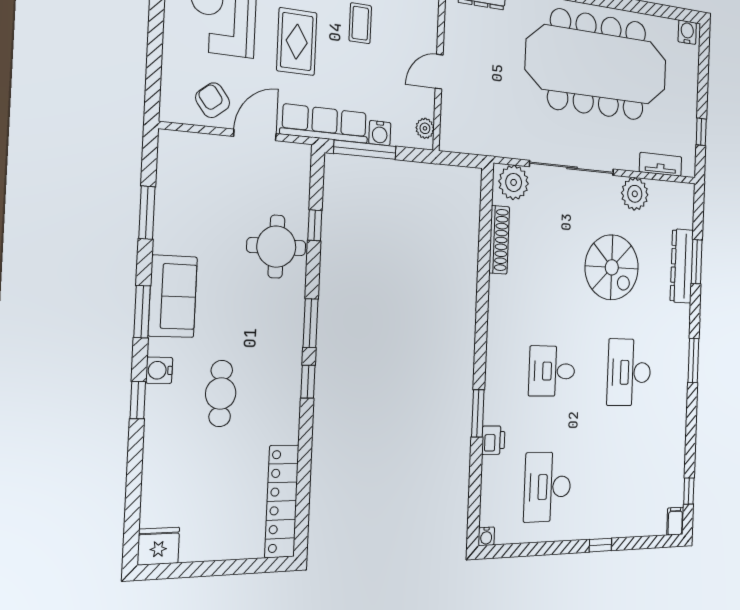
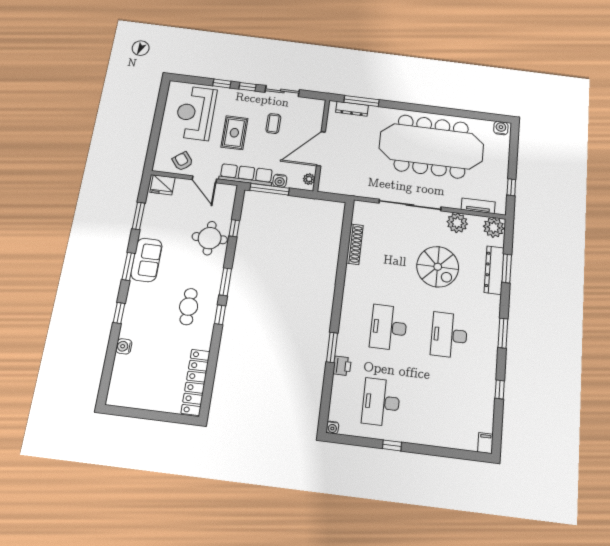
door: (439, 72) -> (321, 149), width x1.87
door: (255, 135) -> (204, 179), swing flipped
plant: (514, 182) -> (494, 227), moved
water cooler: (159, 370) -> (124, 346), moved
desk: (552, 371) -> (389, 327), width x1.37
cafe table: (221, 393) -> (189, 307), moved
window: (689, 491) -> (500, 389), moved
window: (600, 545) -> (392, 445), moved
fridge: (158, 546) -> (163, 185), moved, turned 180

